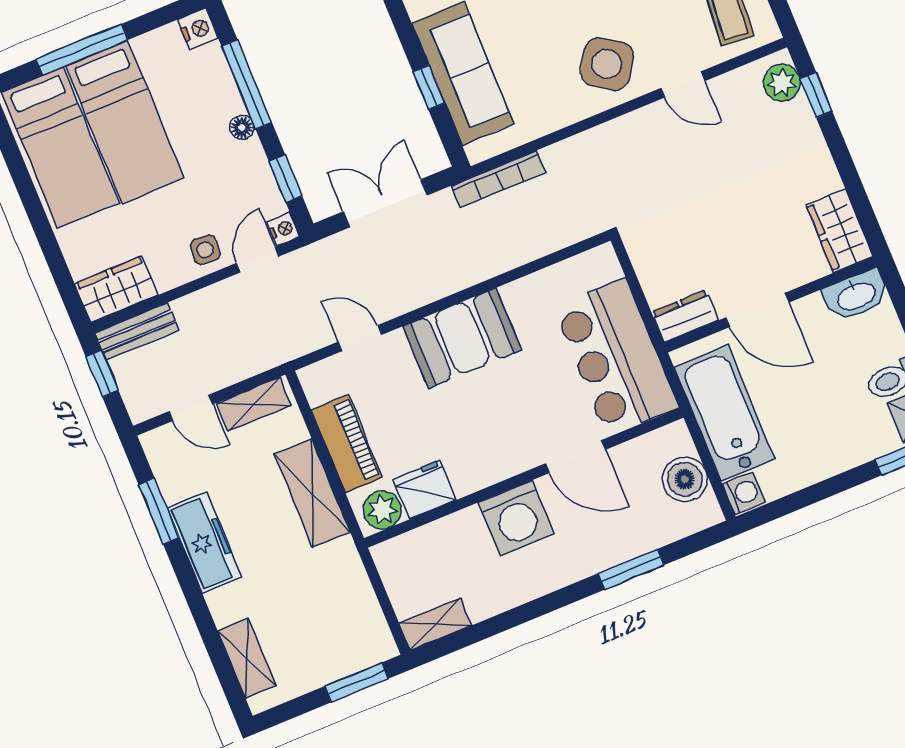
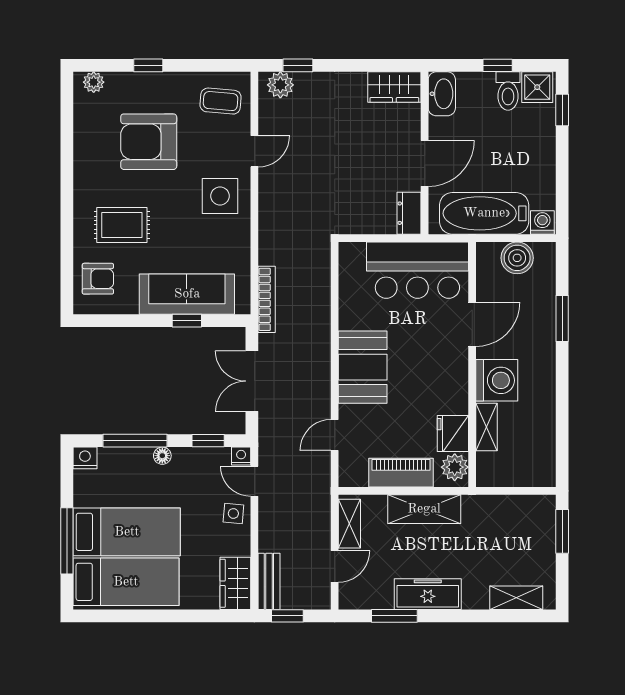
side table: (607, 64) -> (220, 196), turned -34
shelving: (435, 624) -> (487, 427), moved

